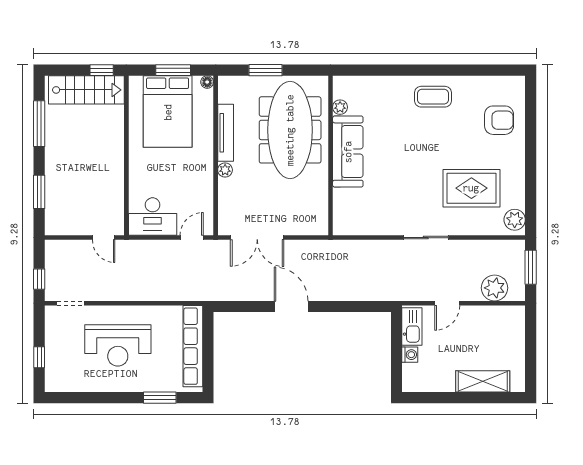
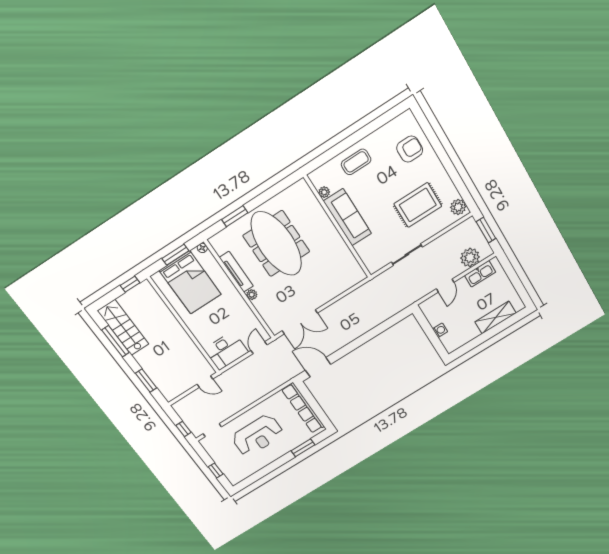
stairs: (86, 90) -> (123, 327), moved, turned -90
plant: (340, 107) -> (324, 192), moved
sofa: (348, 152) -> (347, 217), moved
wall: (331, 156) -> (338, 227), moved
door: (291, 306) -> (318, 367), moved
kitchen sink: (412, 327) -> (480, 274), moved, turned 90

